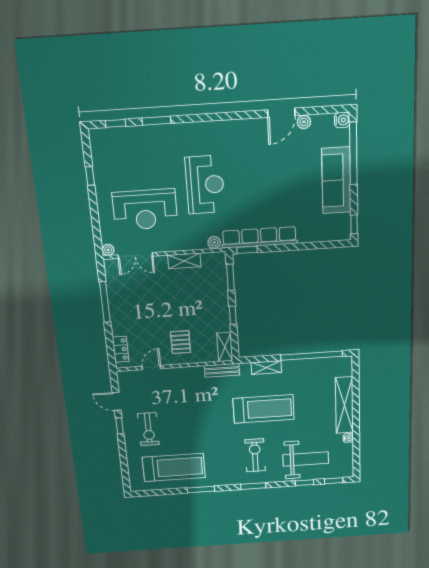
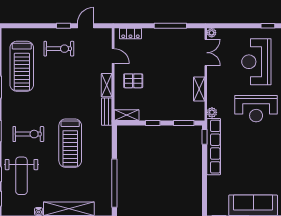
reception desk: (145, 210) -> (256, 62), moved
double door: (135, 256) -> (206, 53), swing flipped
shelving: (266, 367) -> (107, 85), moved
exercise bike: (148, 429) -> (59, 49), turned 180

